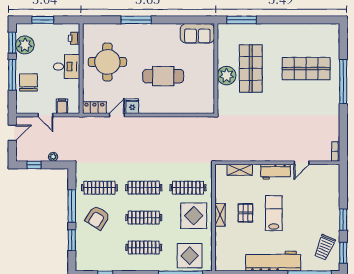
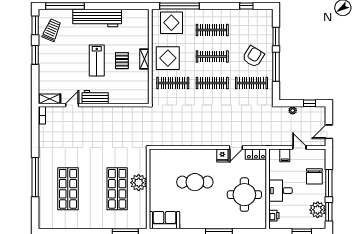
shop shelf: (306, 69) -> (68, 189), turned 90
shelving: (240, 170) -> (49, 99), moved

